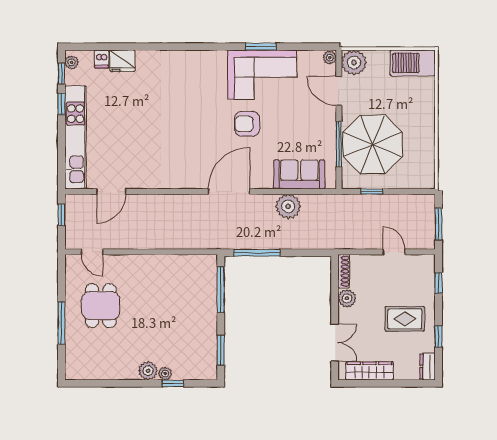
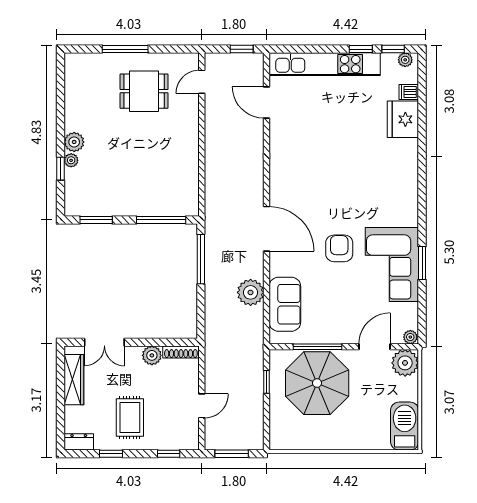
fridge: (122, 61) -> (403, 119), width x1.36, depth x1.34

